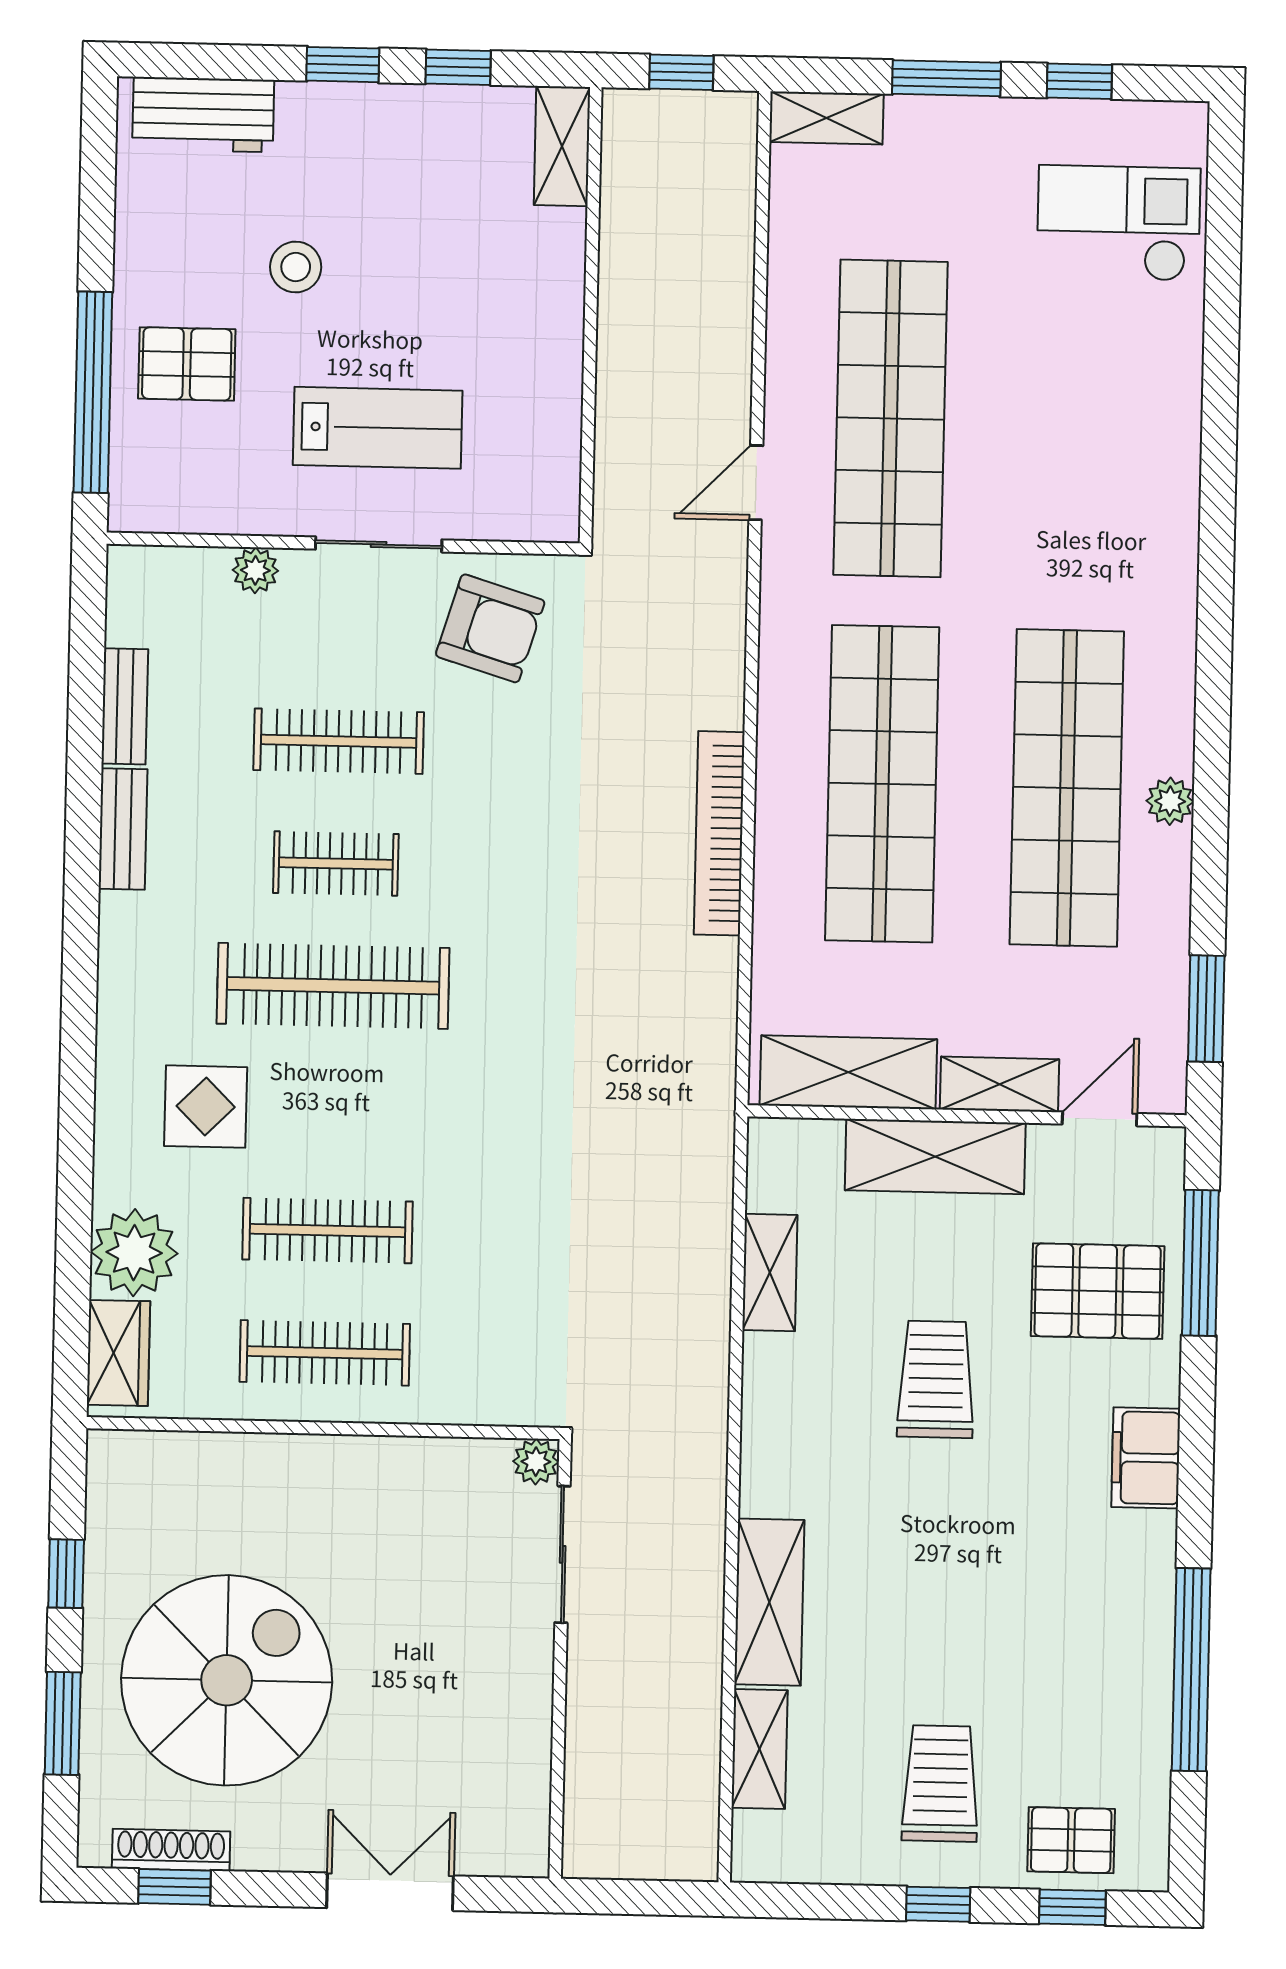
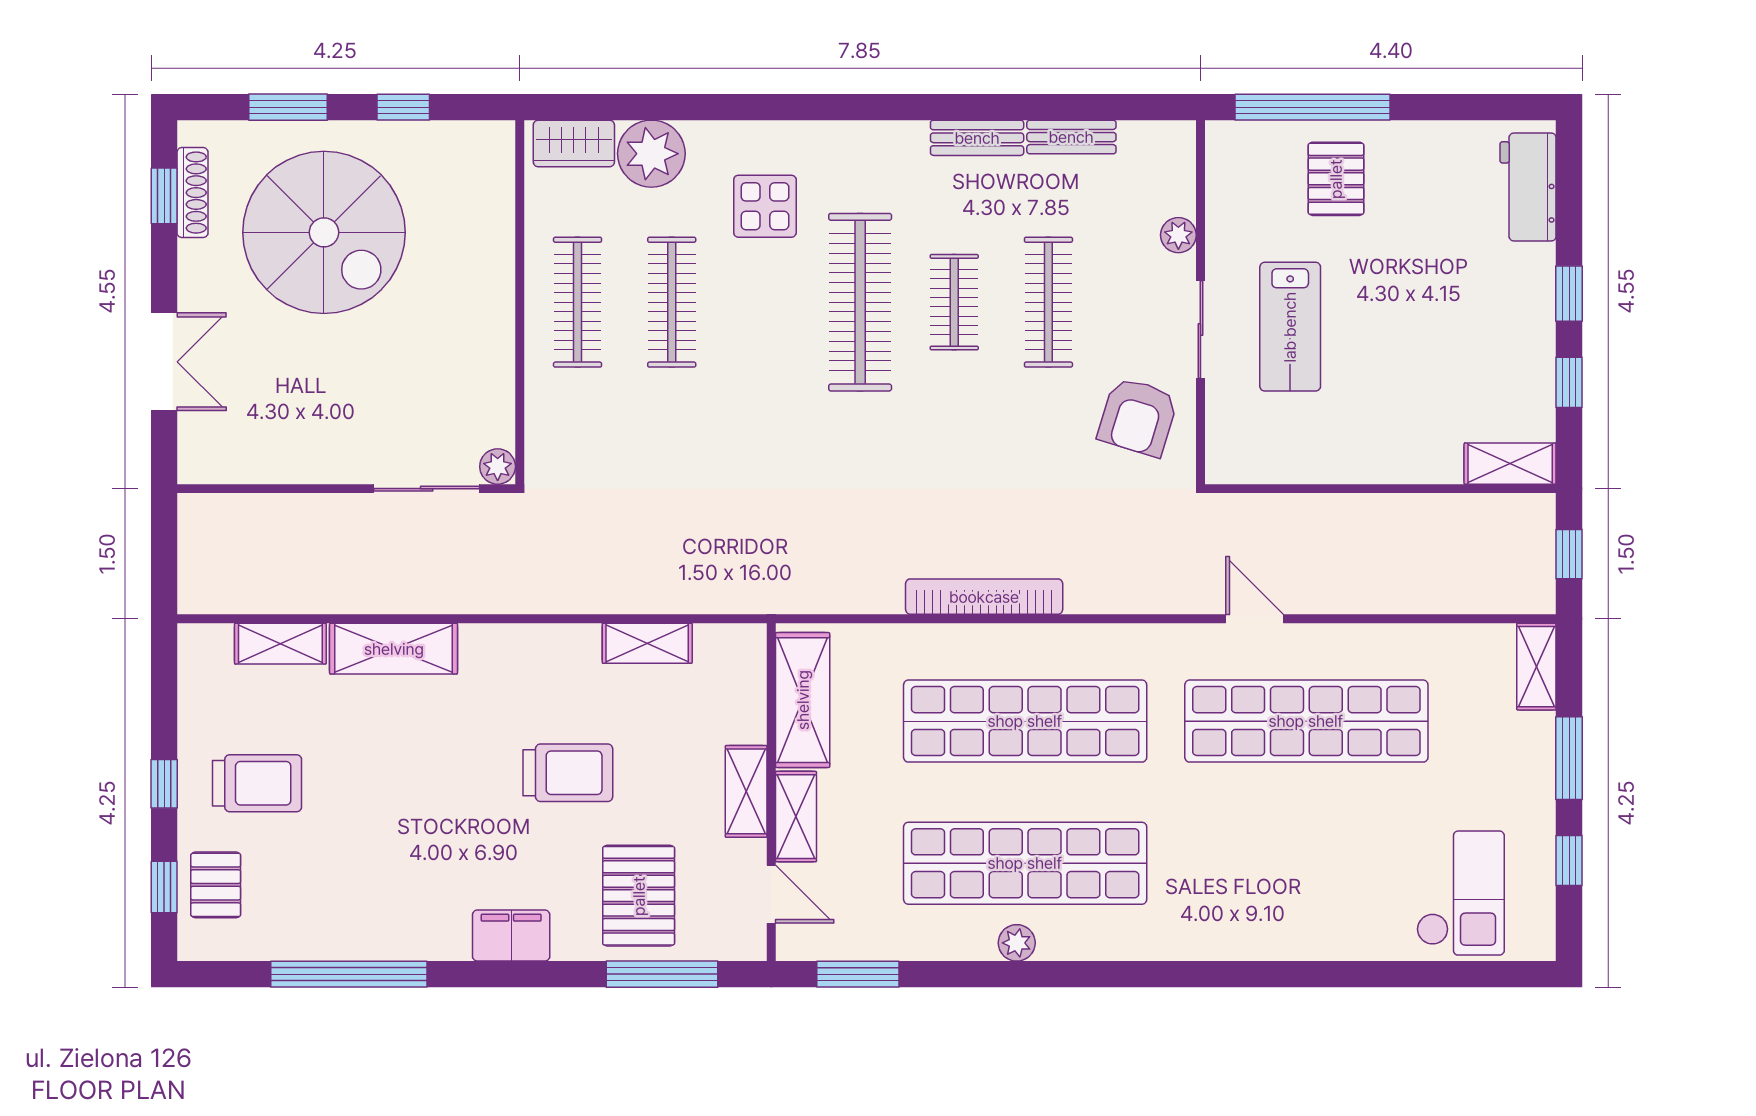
stool: (296, 267) -> (1412, 261), removed
shelving: (935, 1157) -> (746, 791), width x0.67, depth x0.75

